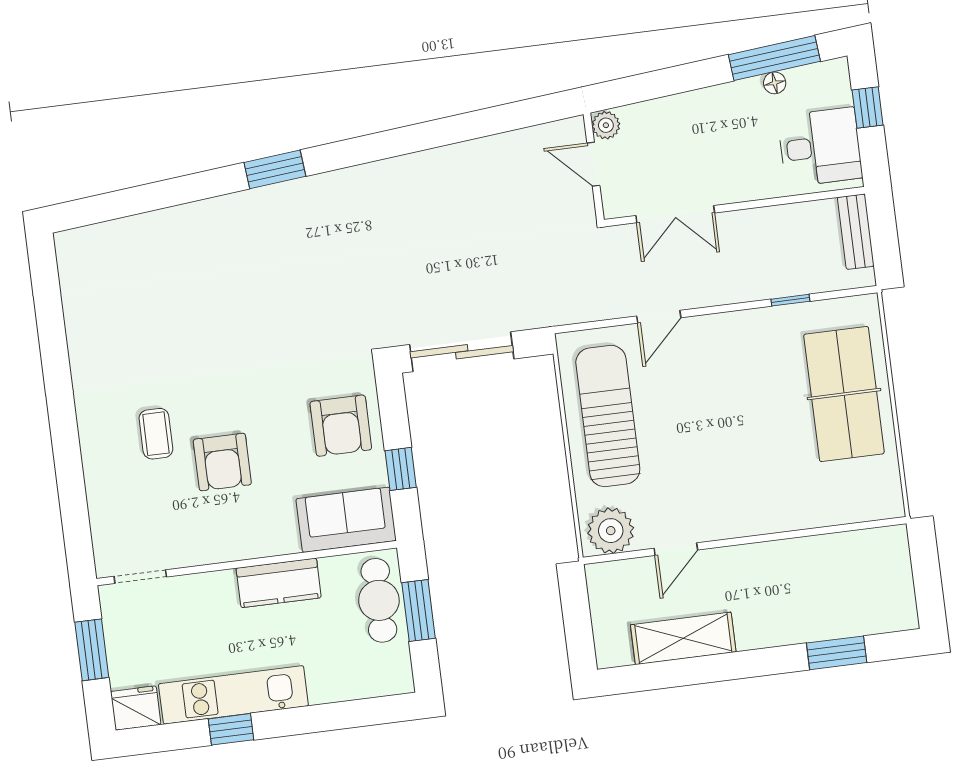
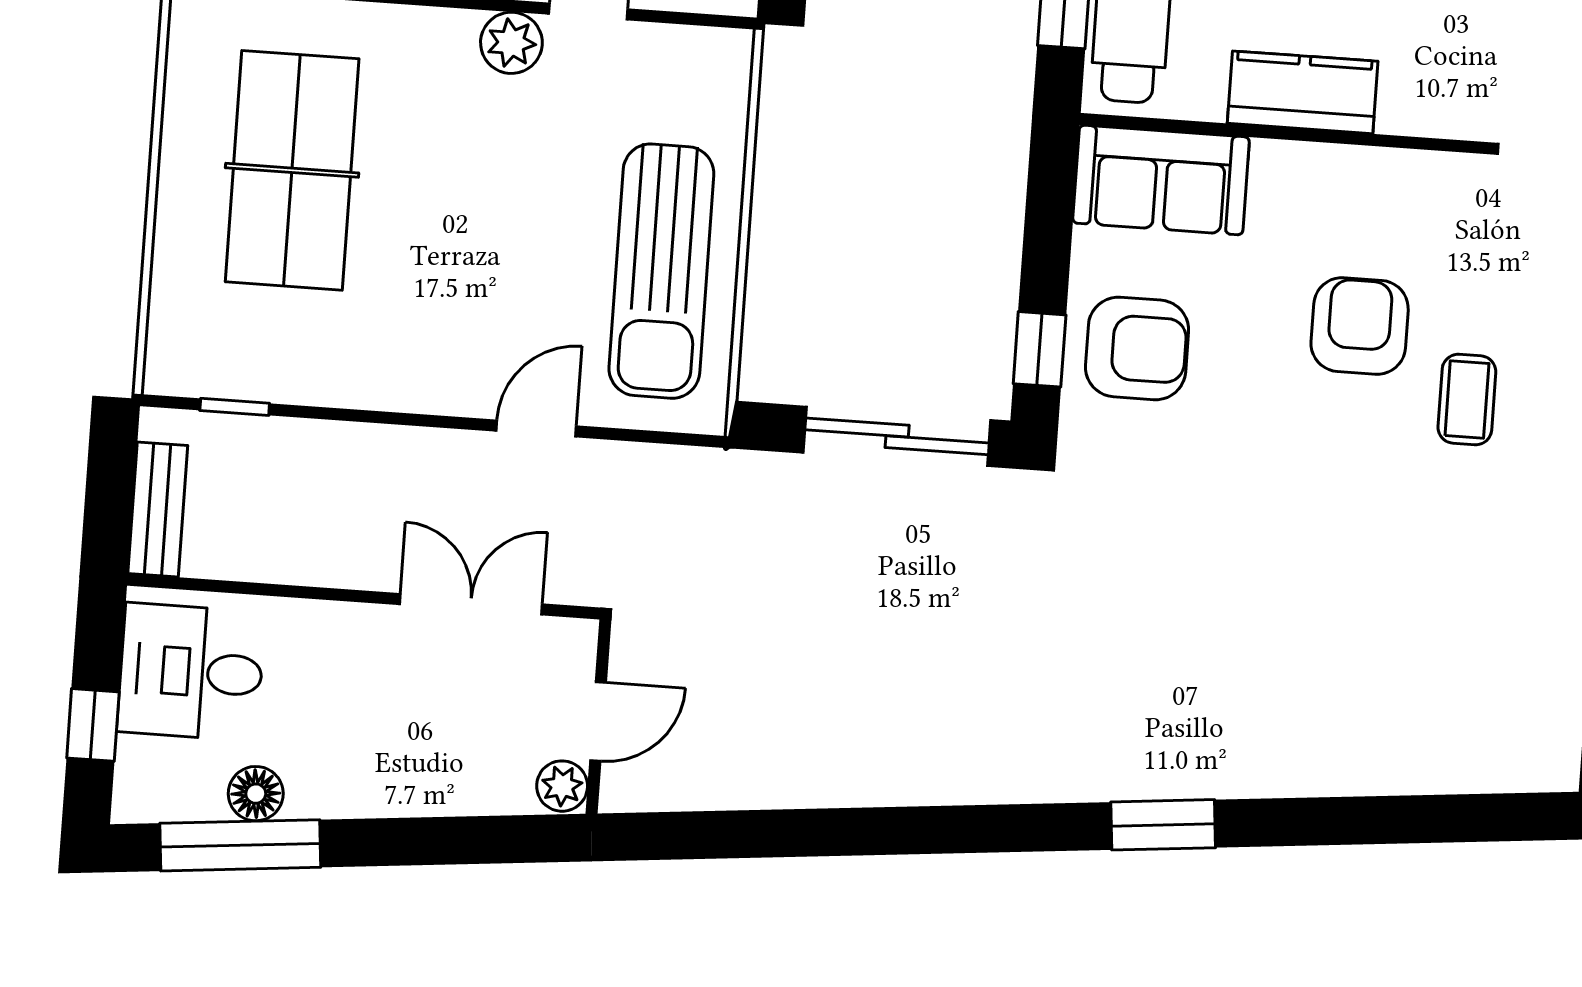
floor lamp: (775, 83) -> (256, 794), width x1.37, depth x1.37
door: (593, 164) -> (598, 721), hinge flipped
window: (790, 300) -> (235, 407), moved
table tennis table: (844, 394) -> (292, 170), moved
armchair: (341, 426) -> (1137, 348), turned 90
window: (401, 469) -> (1040, 349), moved
plant: (611, 531) -> (511, 43), moved, width x0.73, depth x0.73

